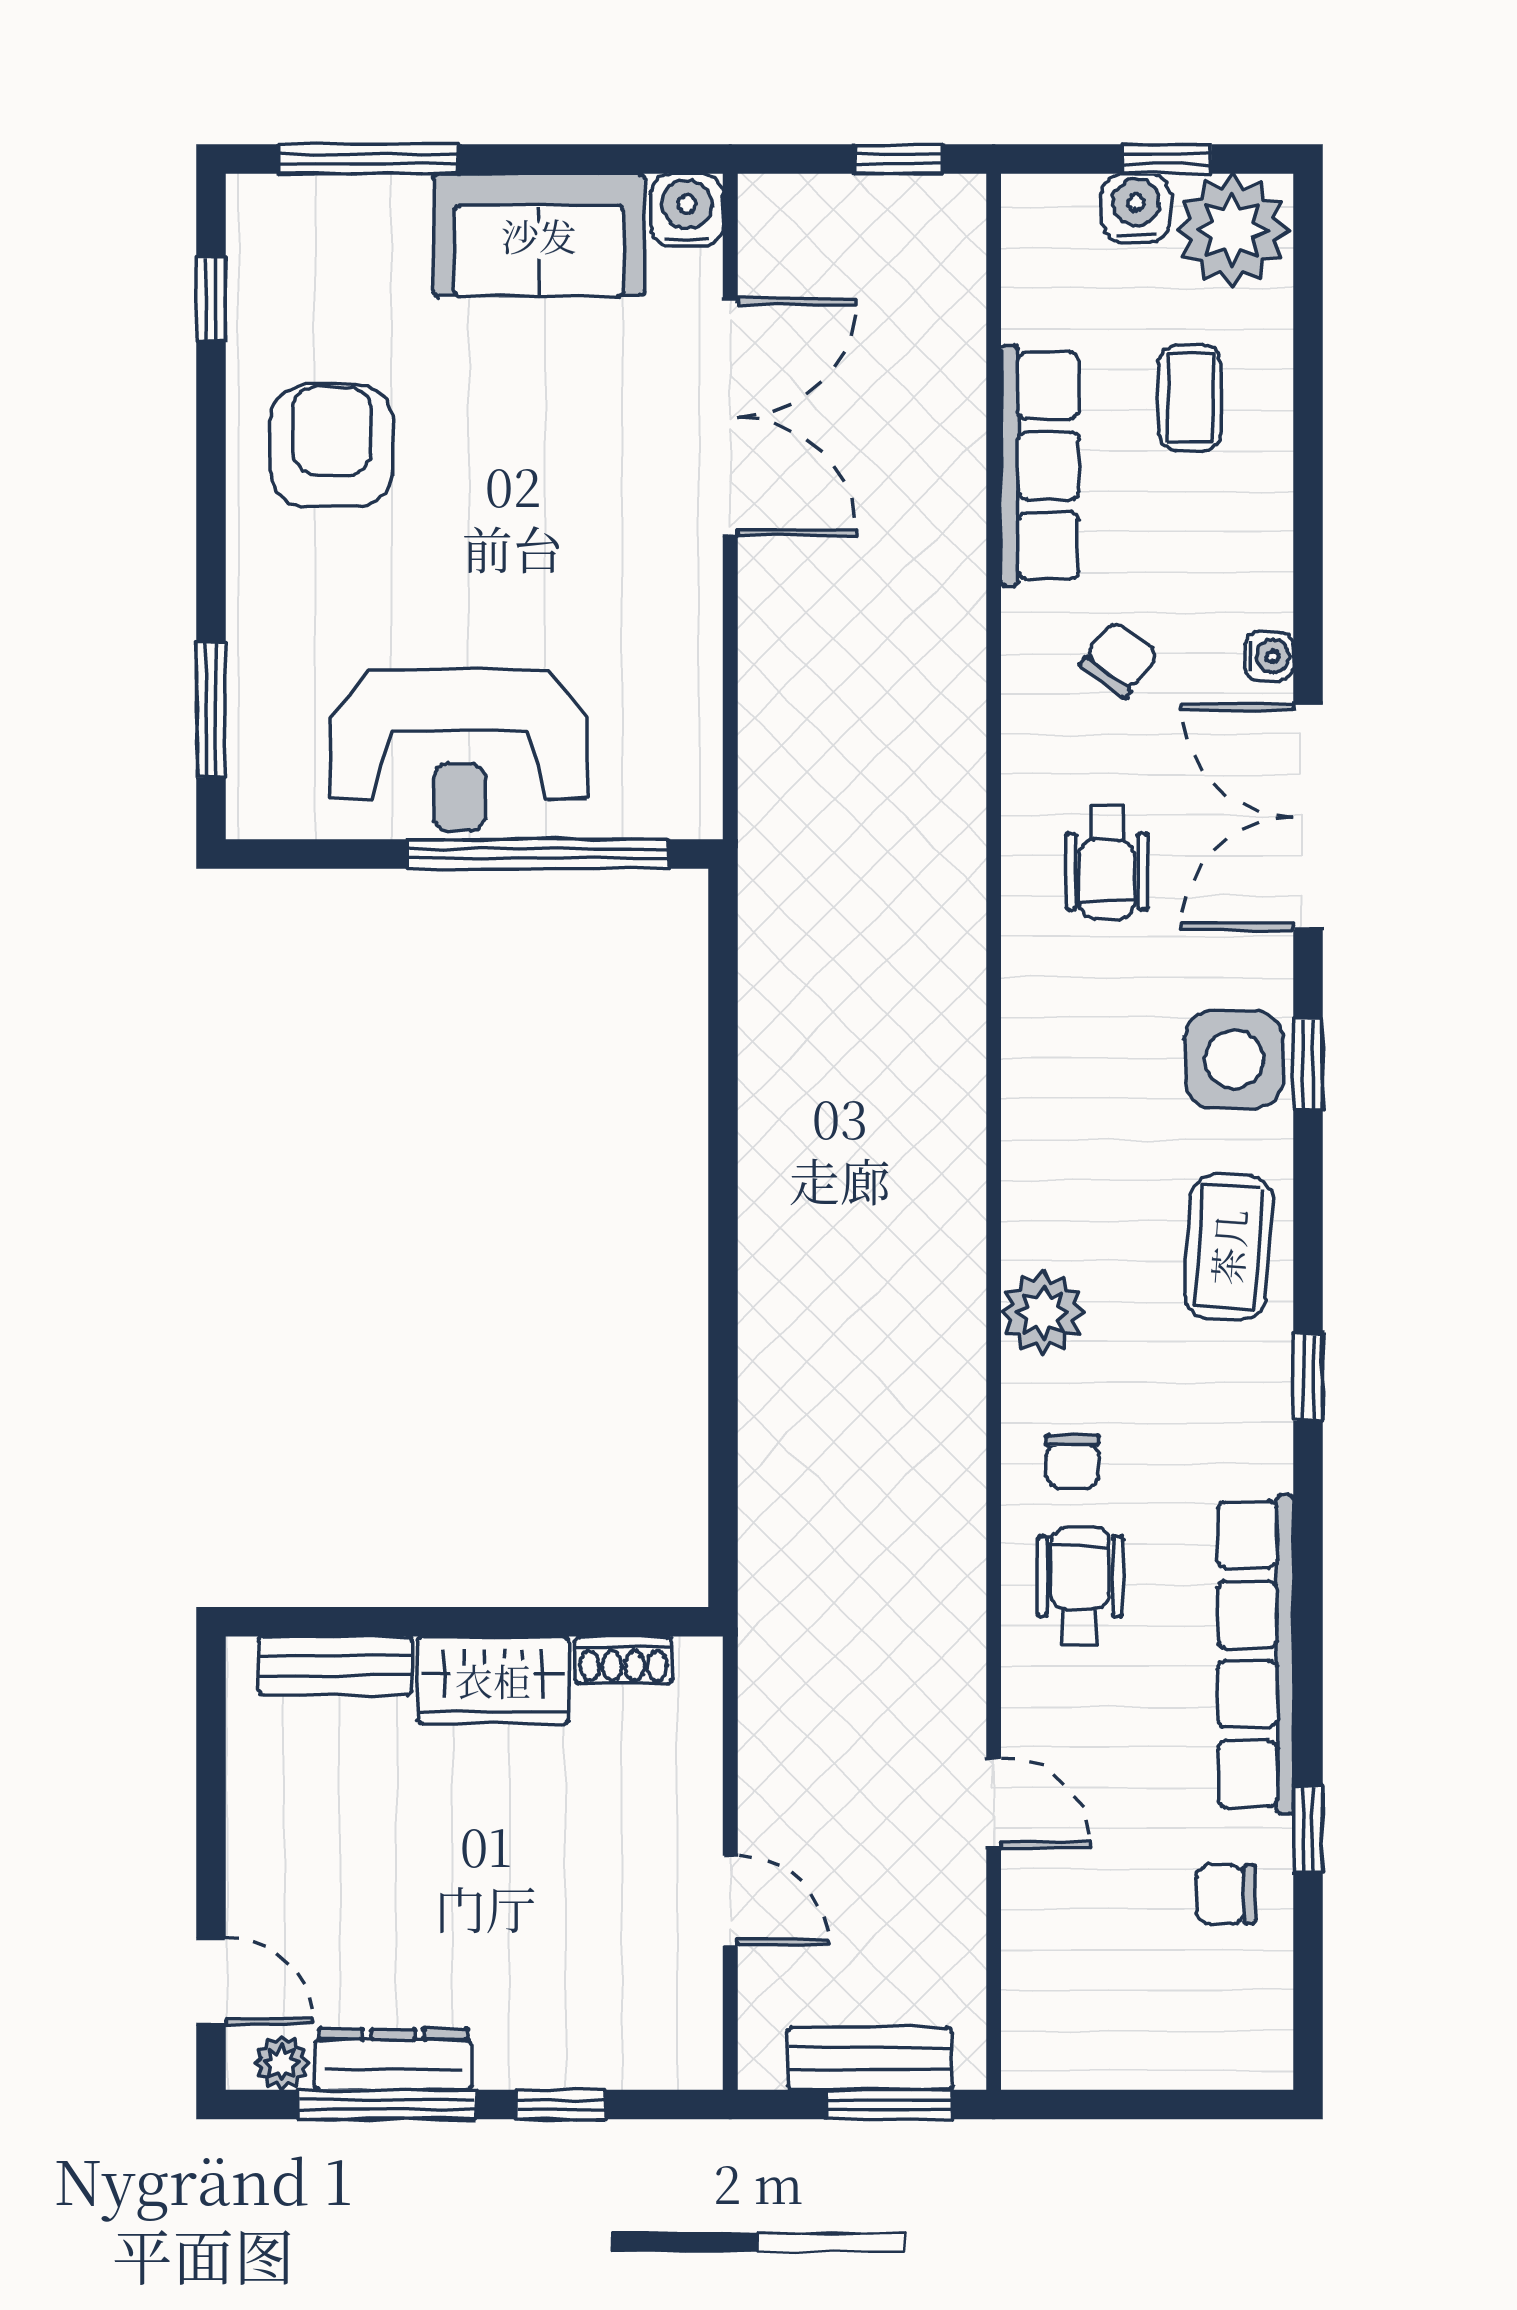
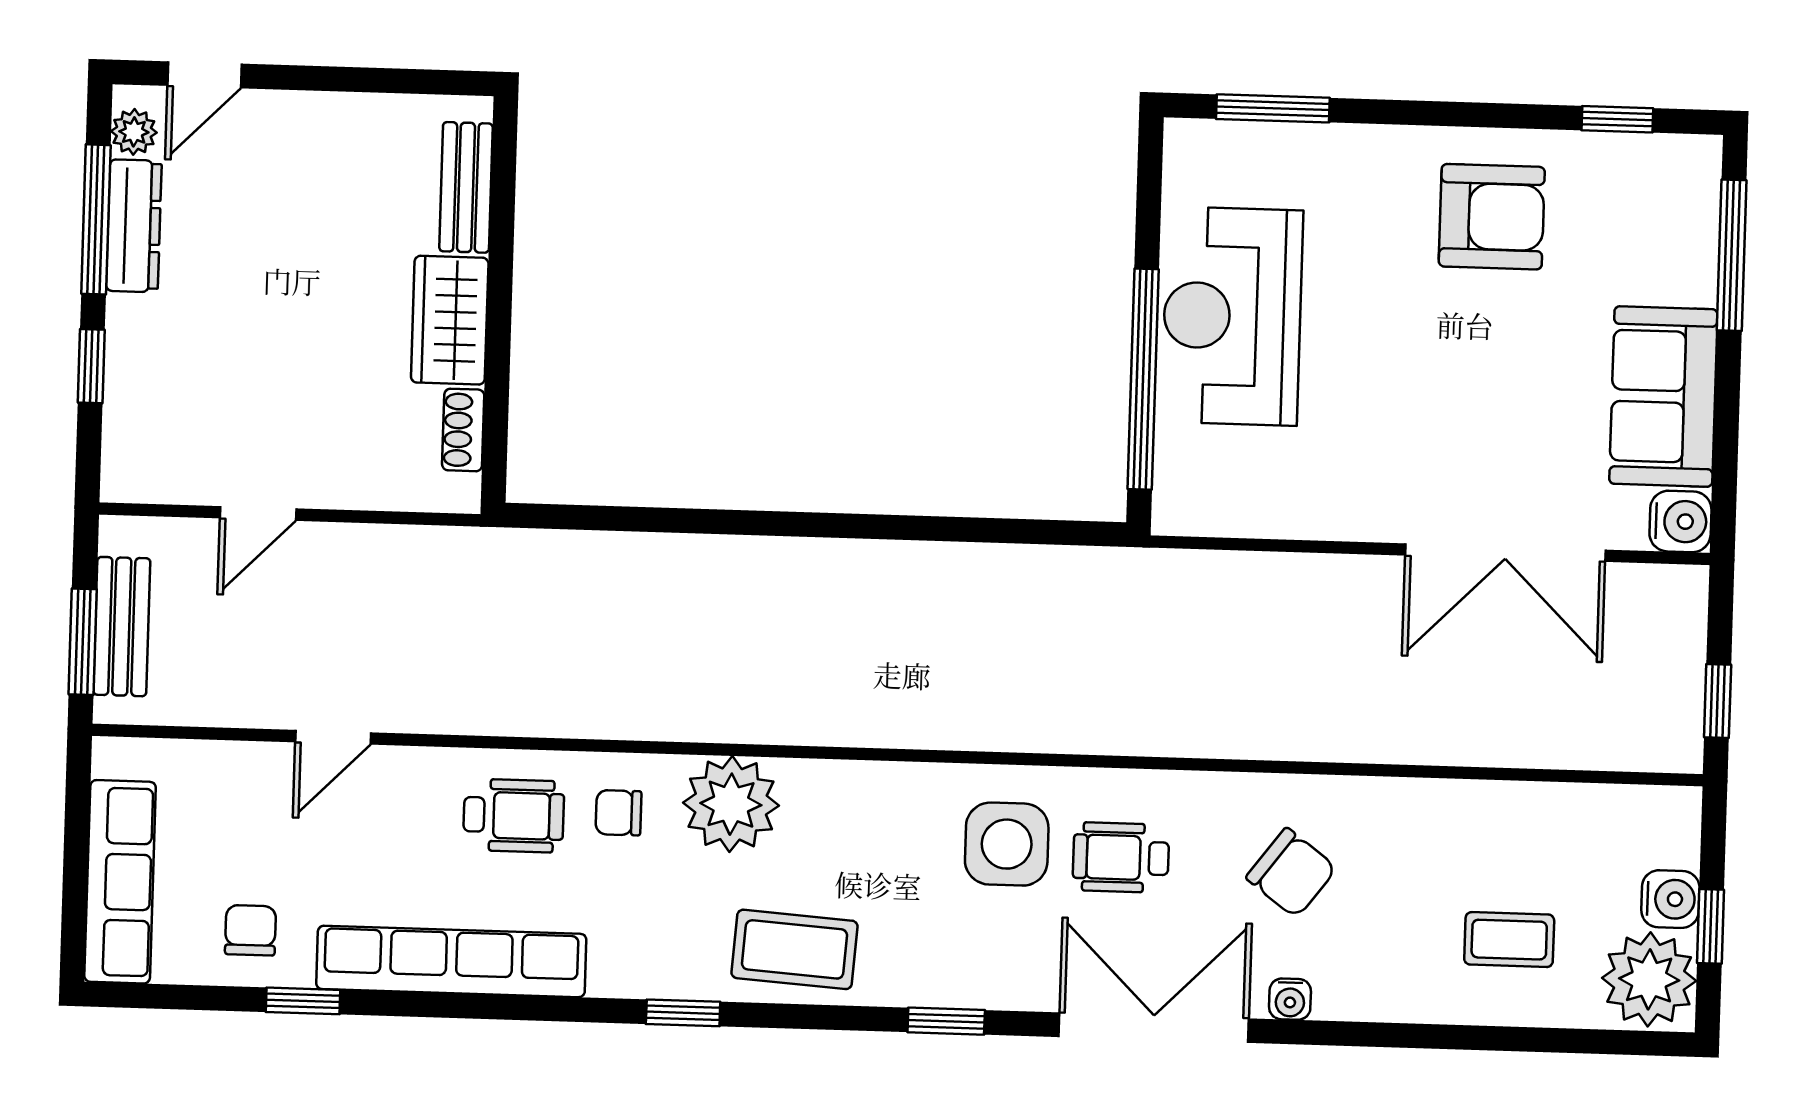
row of seats: (1040, 466) -> (120, 882), moved, turned -90
chair: (1119, 659) -> (1291, 873), width x1.37, depth x1.37
side table: (1234, 1059) -> (1007, 844), moved
plant: (1043, 1313) -> (731, 804), width x1.36, depth x1.36

